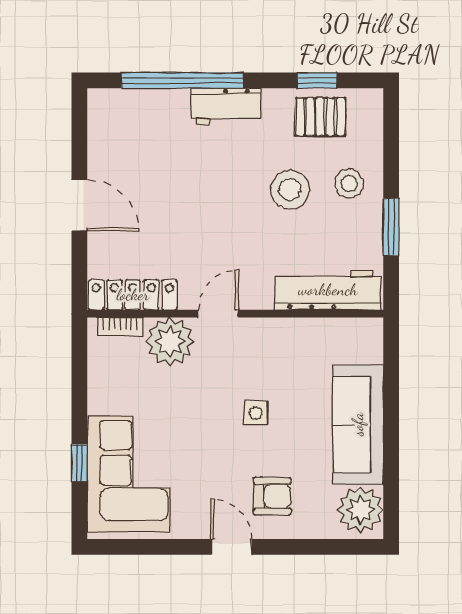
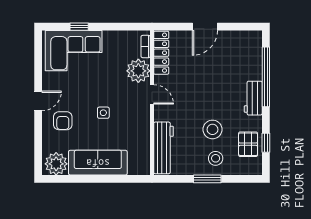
window: (391, 227) -> (207, 179), moved

